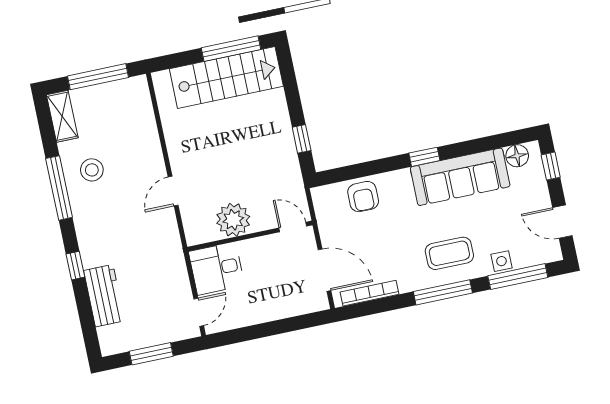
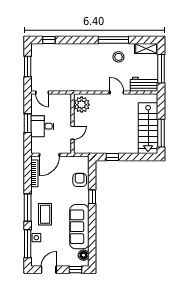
window: (424, 157) -> (92, 197), moved
door: (173, 191) -> (117, 92), moved
armchair: (363, 197) -> (80, 180), turned 90
plant: (233, 220) -> (82, 105), moved
door: (293, 227) -> (72, 133), moved
window: (75, 266) -> (49, 40), moved
desk: (217, 268) -> (42, 126), moved, turned -90
workbench: (104, 296) -> (144, 84), moved, turned 180
window: (269, 329) -> (28, 123), added

